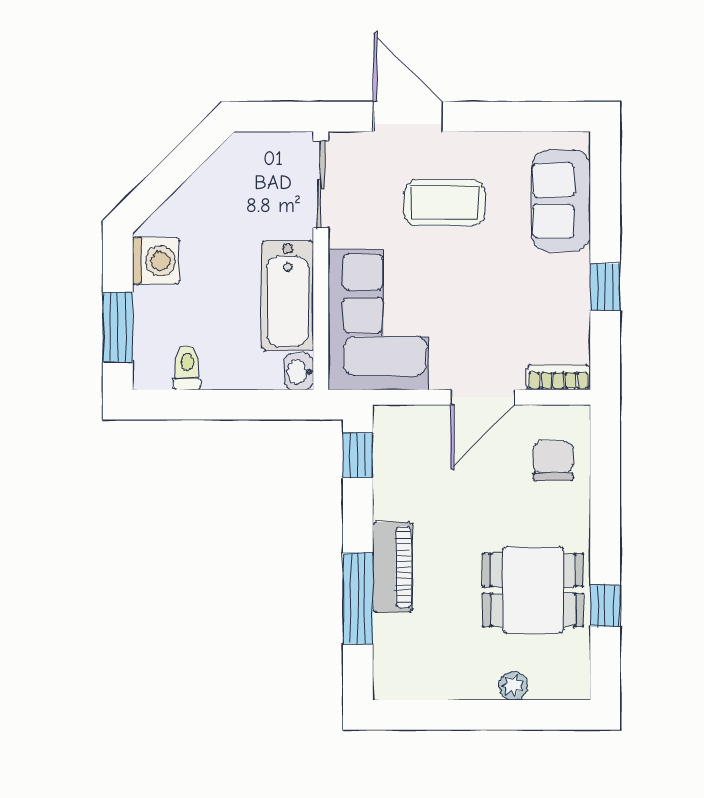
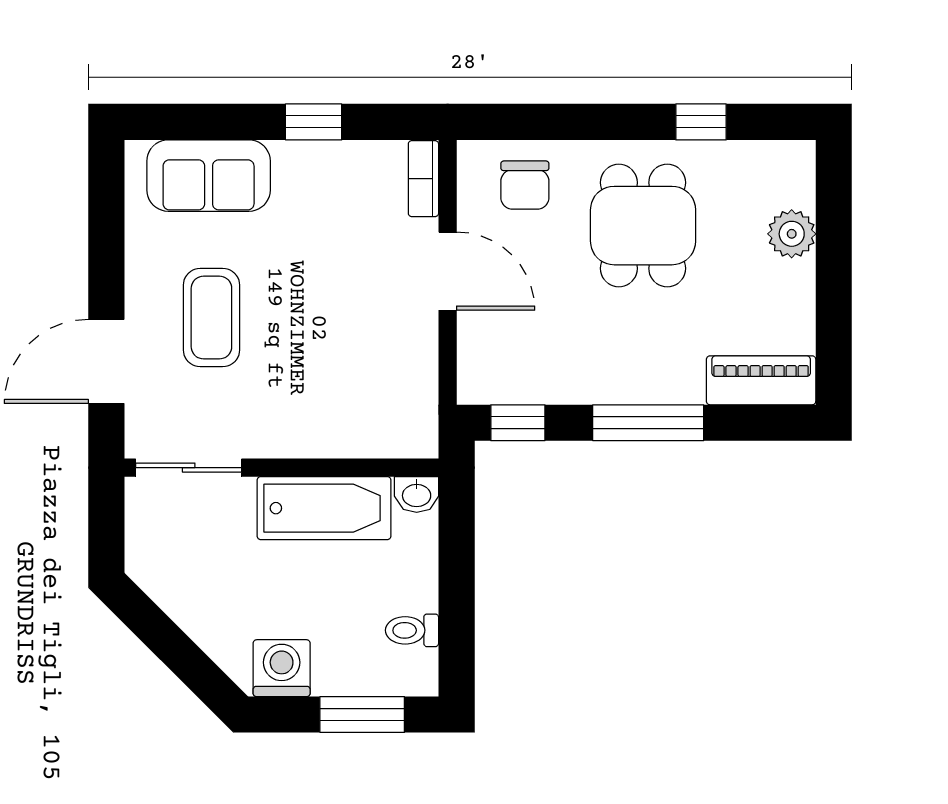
corner sofa: (378, 320) -> (353, 398), removed
chair: (553, 461) -> (525, 185), turned -90
piano: (393, 567) -> (761, 380), moved
dining table: (533, 590) -> (643, 226), moved
window: (358, 598) -> (648, 423), moved
plant: (513, 686) -> (792, 234), width x1.38, depth x1.38

